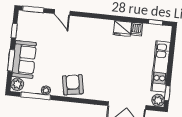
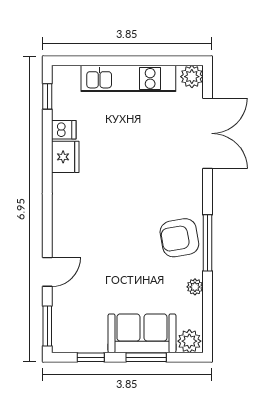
window: (167, 93) -> (177, 61), removed
window: (36, 96) -> (208, 243), moved

